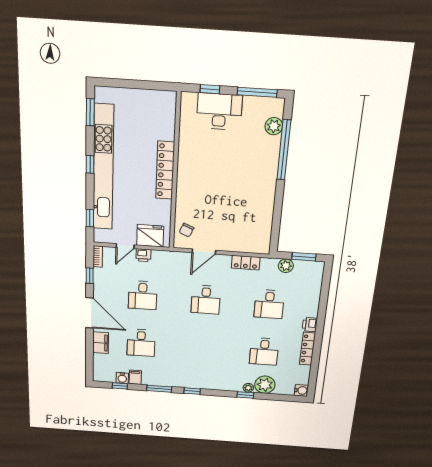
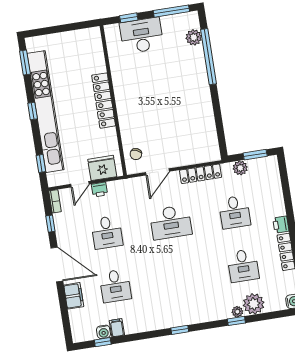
locker: (246, 263) -> (201, 174), width x1.53
desk: (206, 300) -> (171, 222), width x1.37
window: (159, 389) -> (145, 335), removed

